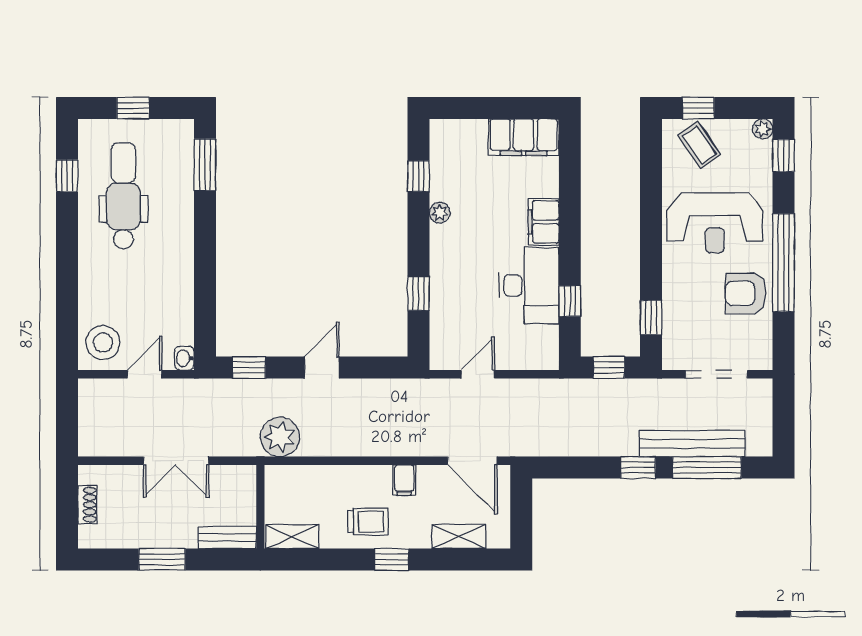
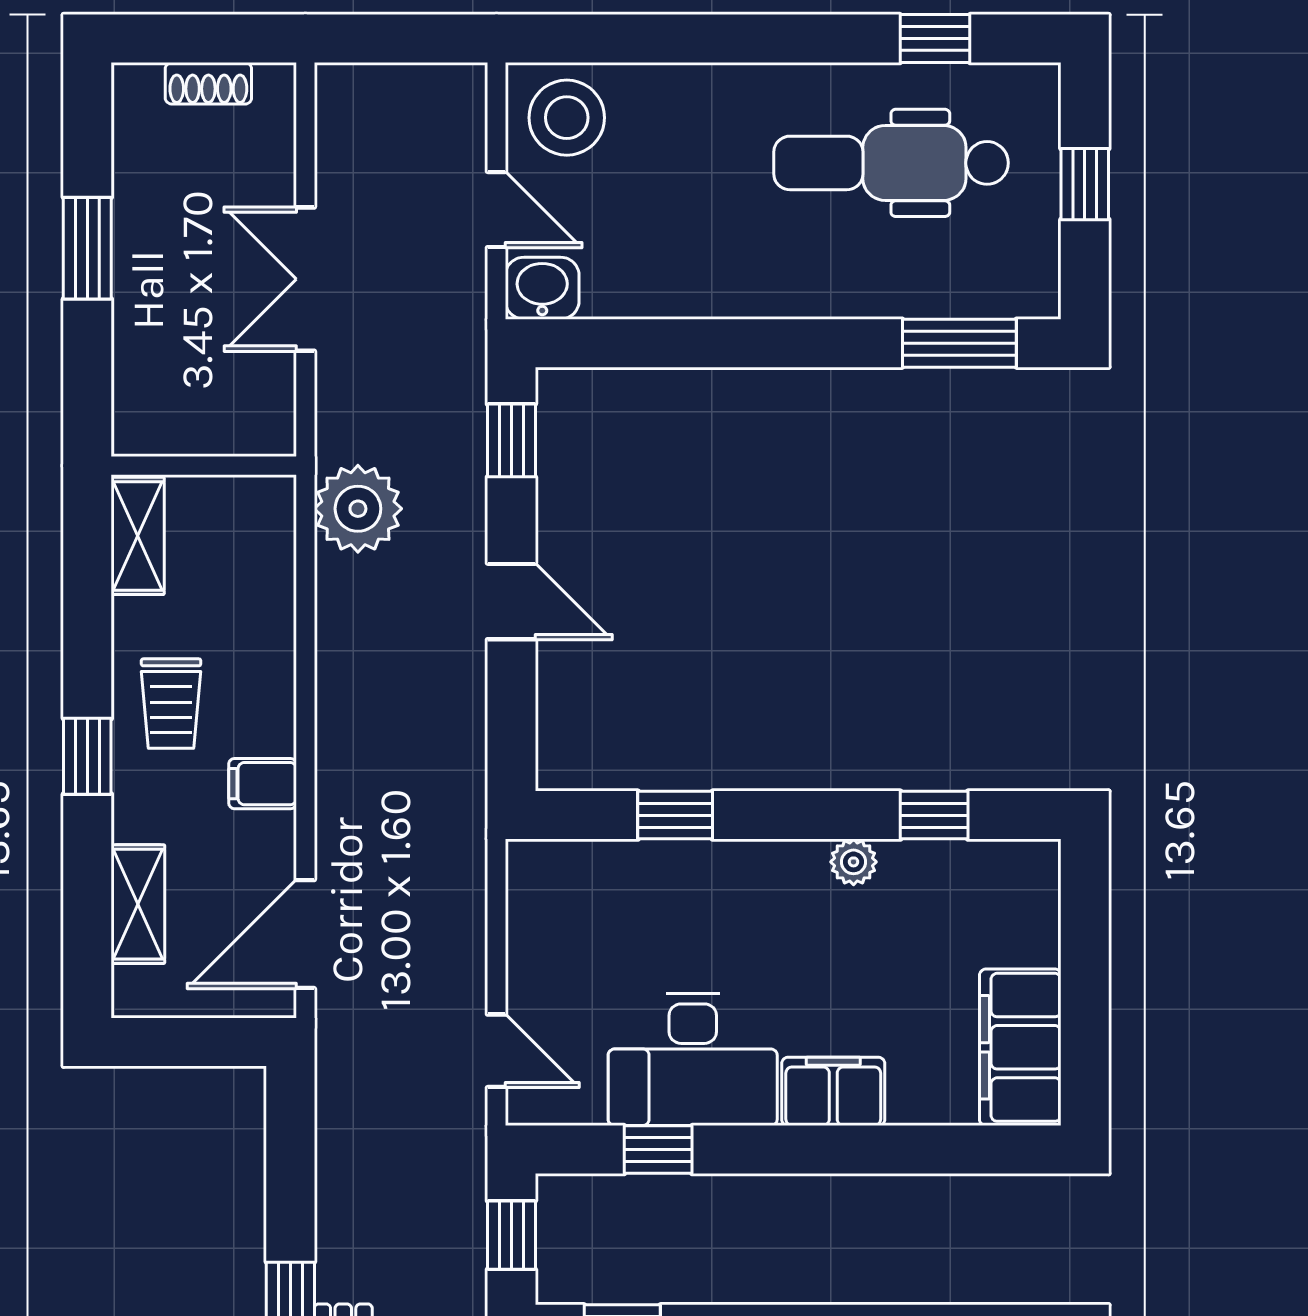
dental chair: (123, 196) -> (891, 163), turned 180
washbasin: (184, 358) -> (542, 288), width x1.38, depth x1.45
door: (478, 374) -> (496, 1051), moved
bench: (227, 538) -> (136, 392), removed

